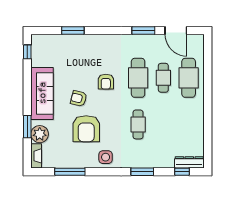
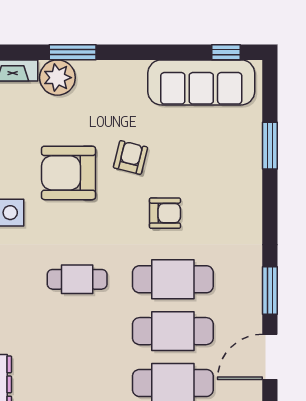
cafe table: (163, 78) -> (173, 331), width x1.37, depth x1.35
armchair: (106, 82) -> (165, 213), turned 180
sofa: (42, 93) -> (201, 82), moved

